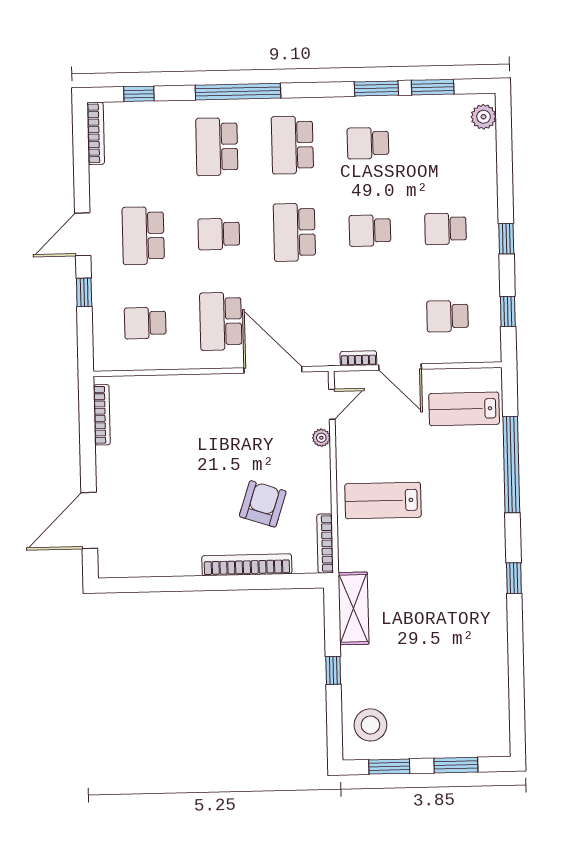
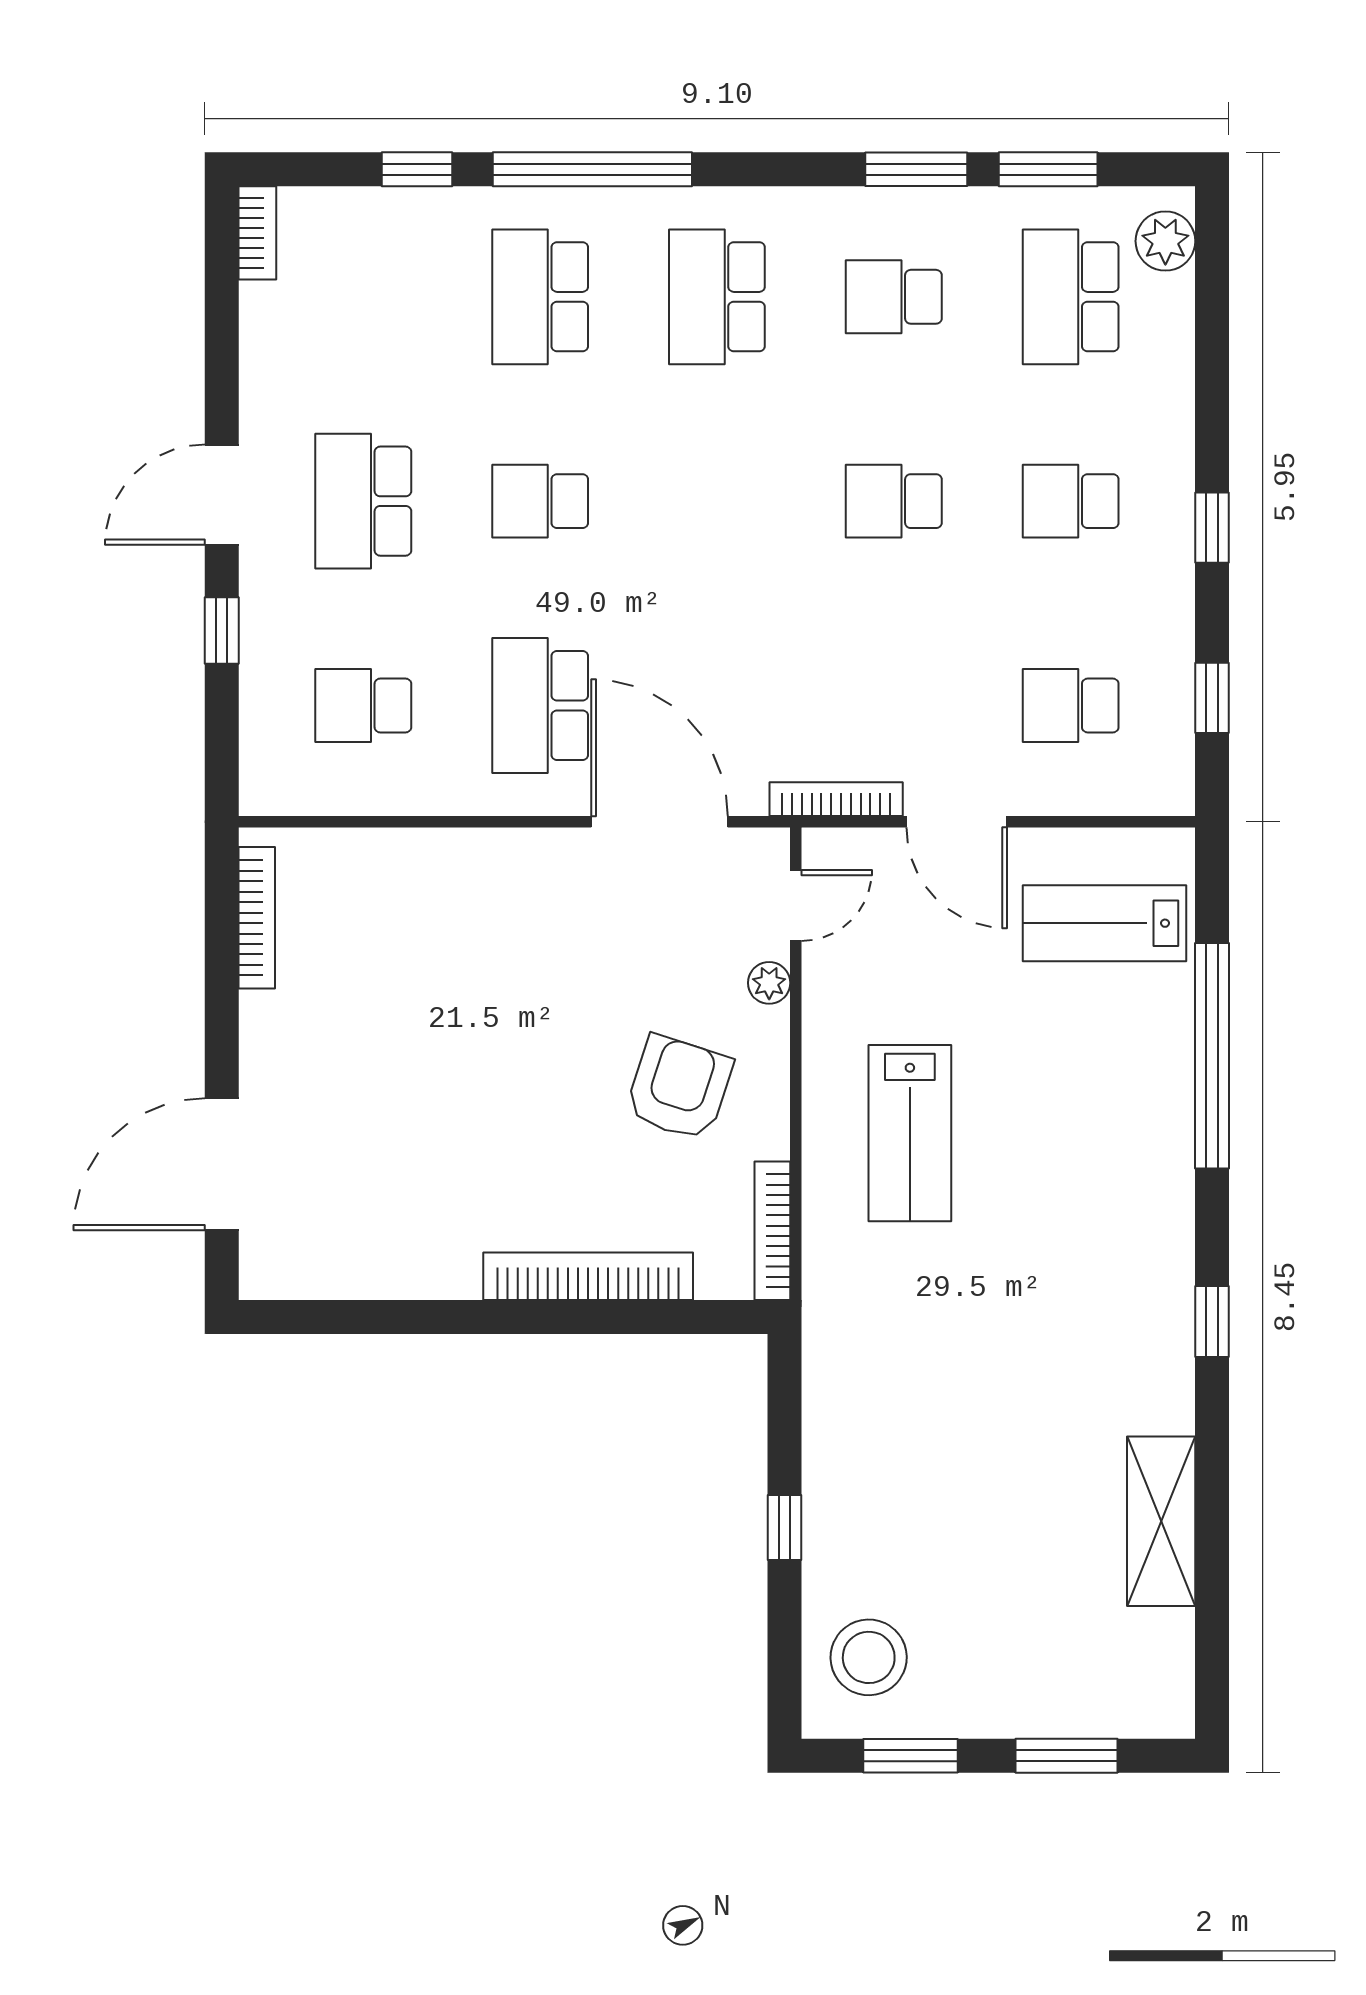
window: (139, 94) -> (417, 169), moved
bookcase: (96, 133) -> (257, 233), width x0.64
school desk: (294, 232) -> (1071, 297), moved
bookcase: (358, 358) -> (836, 799), width x1.56
lab bench: (383, 500) -> (910, 1133), turned -90
armchair: (263, 504) -> (679, 1088), moved
shelving: (354, 608) -> (1161, 1521), moved

